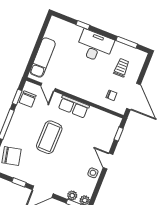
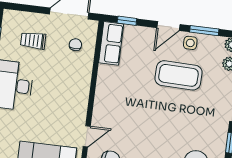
row of seats: (74, 107) -> (111, 43), moved
coffee table: (49, 137) -> (178, 75), moved
window: (99, 184) -> (204, 31), added

